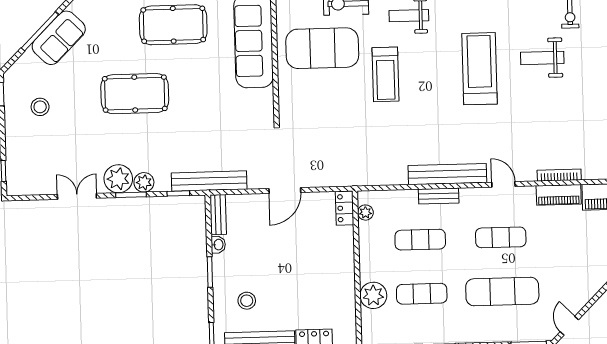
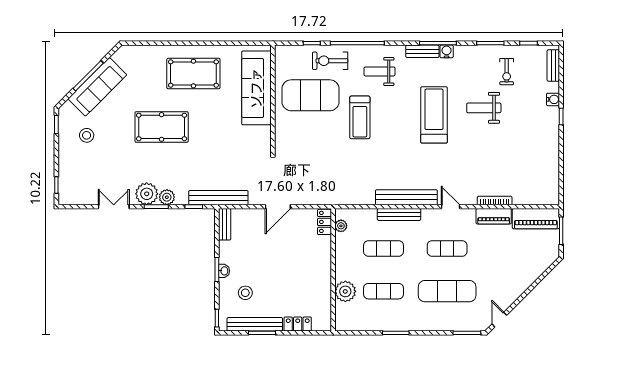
sofa: (59, 38) -> (97, 87), width x1.36
bench: (439, 196) -> (399, 214), width x1.36
washbasin: (218, 245) -> (224, 271), moved

